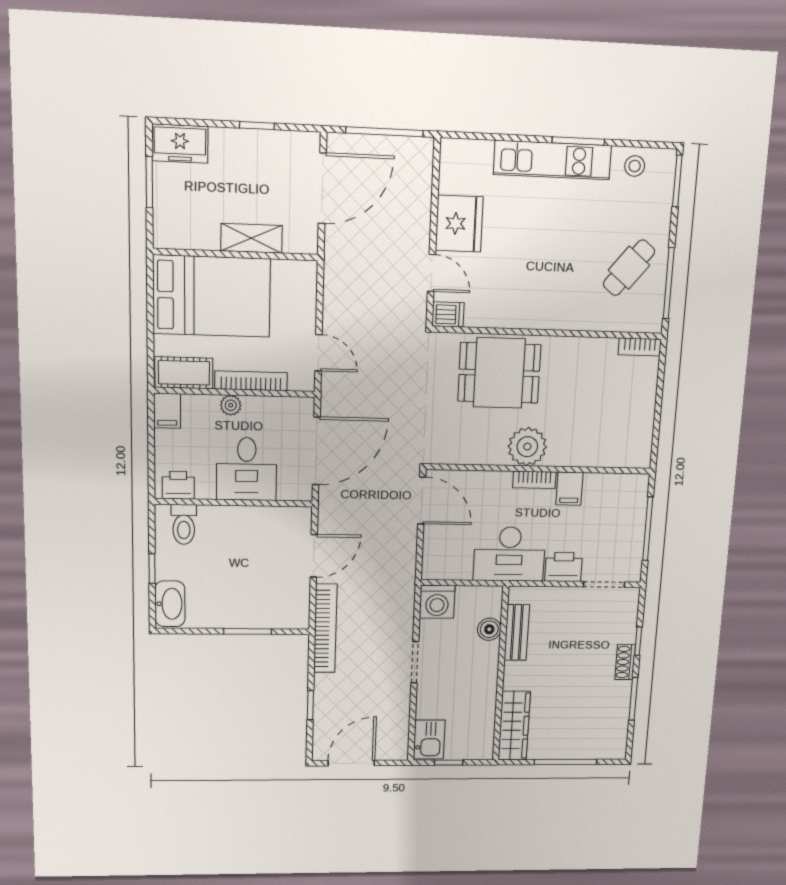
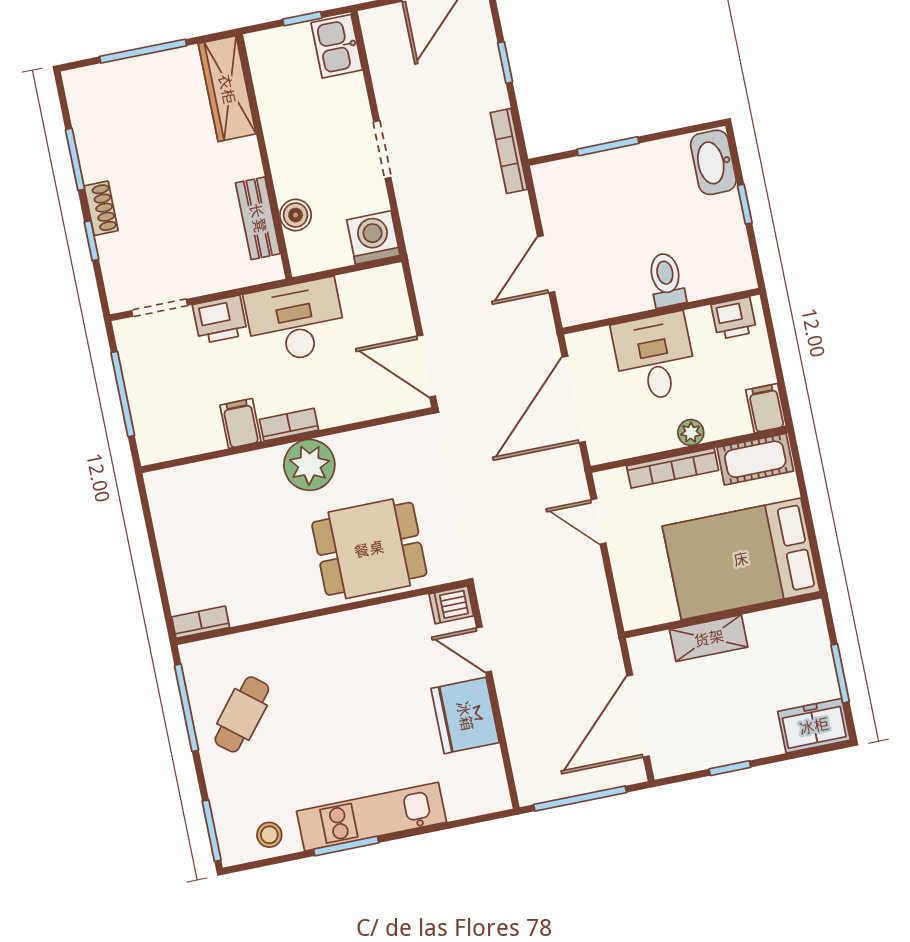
toilet: (184, 524) -> (666, 280), moved
bookcase: (325, 629) -> (509, 151), width x0.68, depth x0.76

